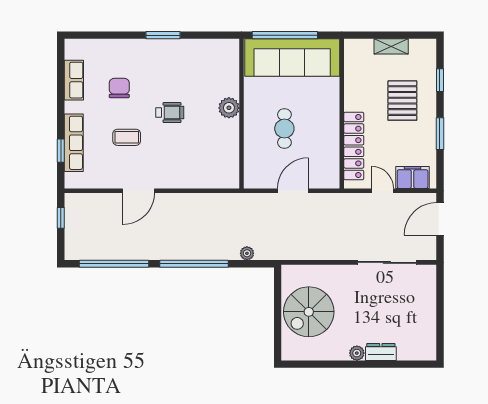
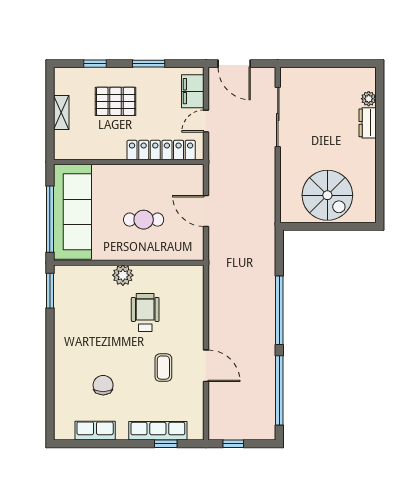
window: (163, 35) -> (50, 291), moved
chair: (119, 88) -> (103, 385), turned 90
wheelchair: (170, 113) -> (145, 312), moved, width x1.36, depth x1.37
coffee table: (127, 137) -> (163, 368), moved
plant: (247, 253) -> (269, 257), removed
plant: (357, 353) -> (369, 99), moved

